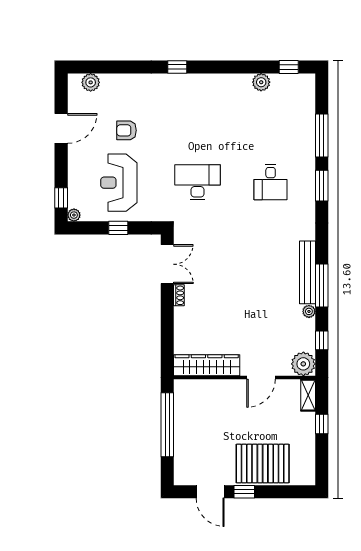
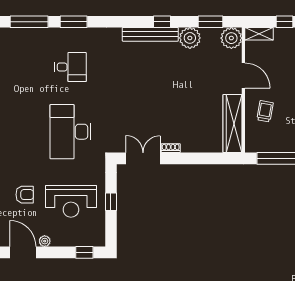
armchair: (127, 130) -> (25, 195), turned -90
desk: (198, 182) -> (71, 132), width x1.36, depth x1.30
plant: (74, 215) -> (45, 241), moved
window: (322, 285) -> (162, 22), width x0.46
plant: (309, 311) -> (190, 38), width x1.87, depth x1.87
window: (322, 340) -> (210, 22), width x1.50
trolley: (221, 402) -> (265, 111), added

